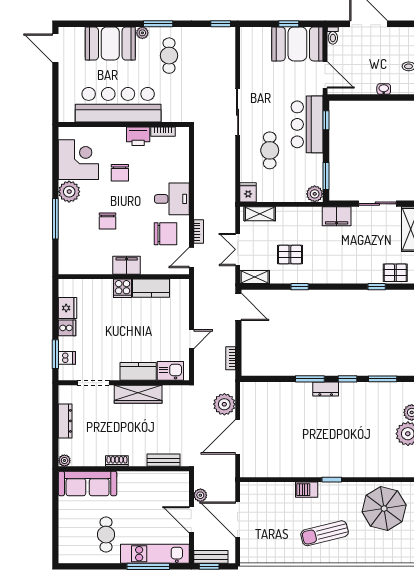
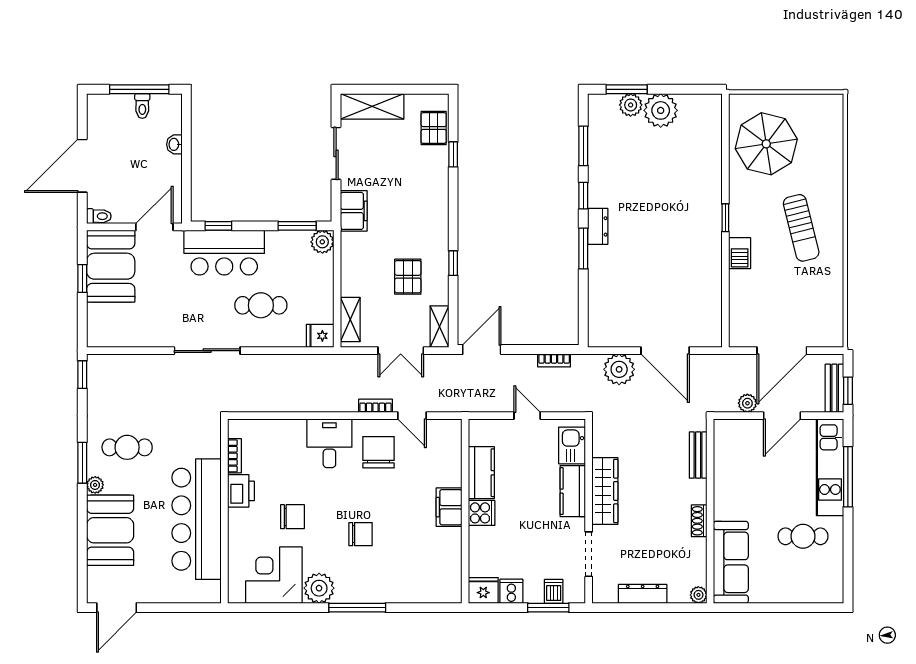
filing cabinet: (127, 265) -> (449, 507), moved
wall: (124, 277) -> (465, 511), moved
cooker: (123, 288) -> (482, 513), moved
kitchen counter: (151, 288) -> (481, 473), moved

